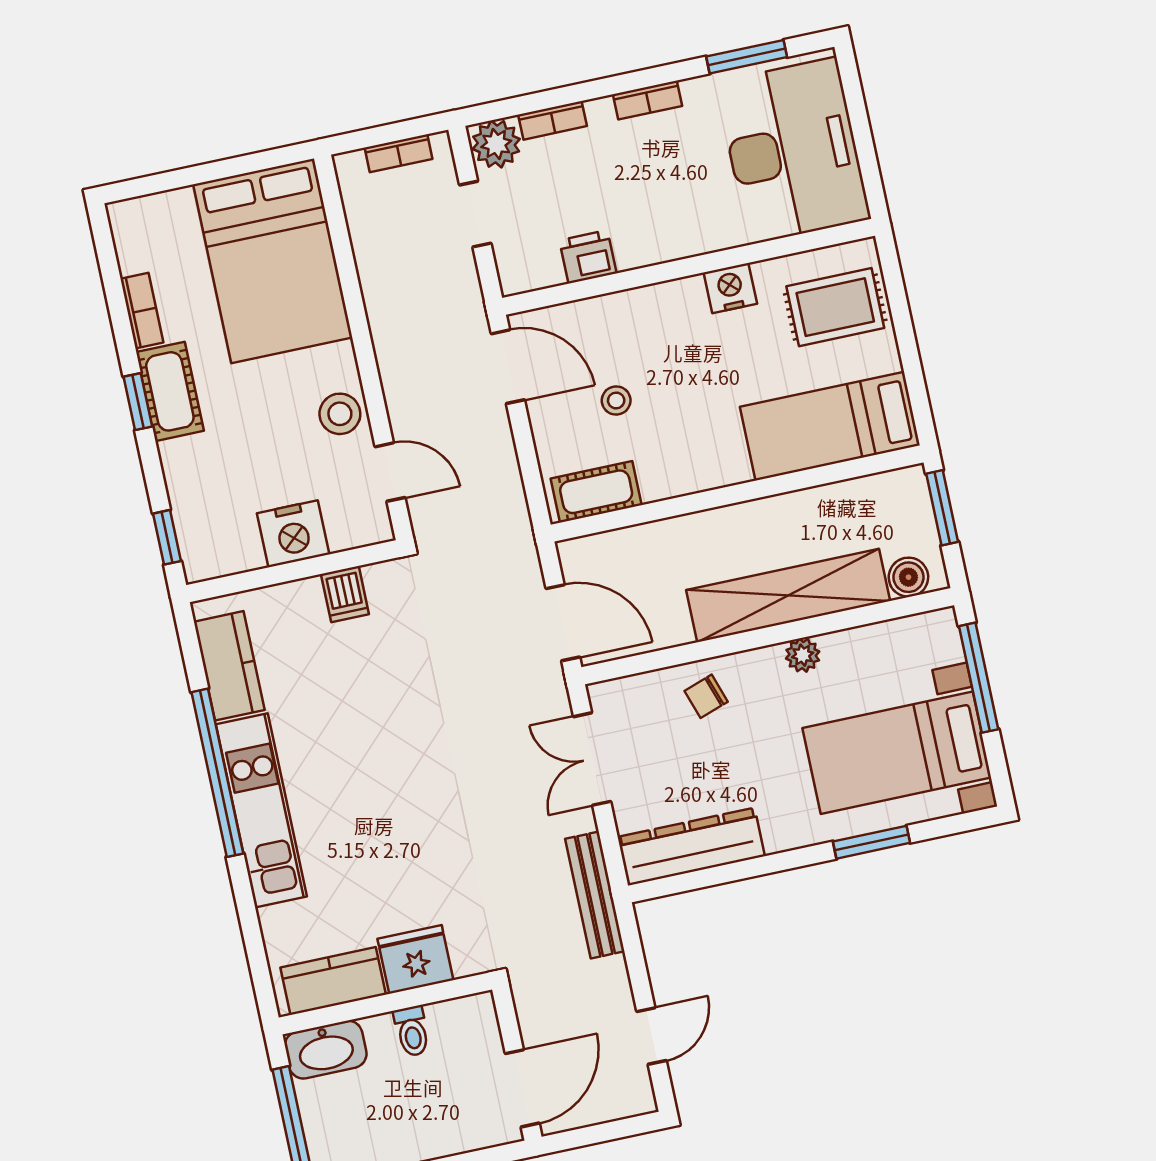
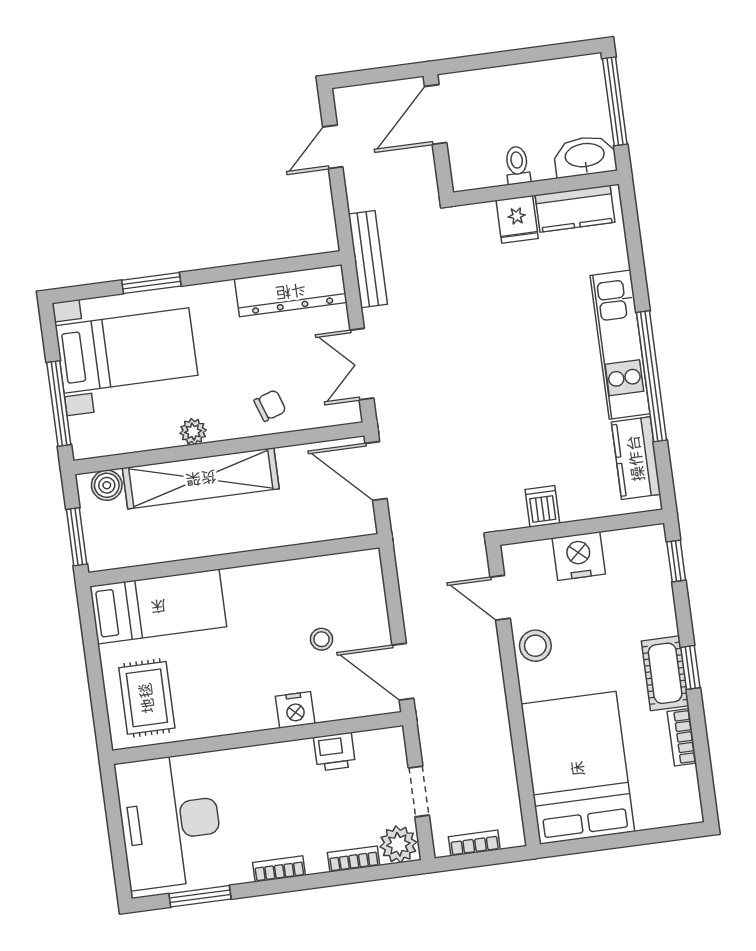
nightstand: (730, 288) -> (295, 710), moved
rug: (835, 307) -> (147, 698), turned 90
cot: (596, 492) -> (342, 570), removed
double door: (592, 759) -> (362, 364), swing flipped
fridge: (415, 959) -> (517, 219), width x0.72

